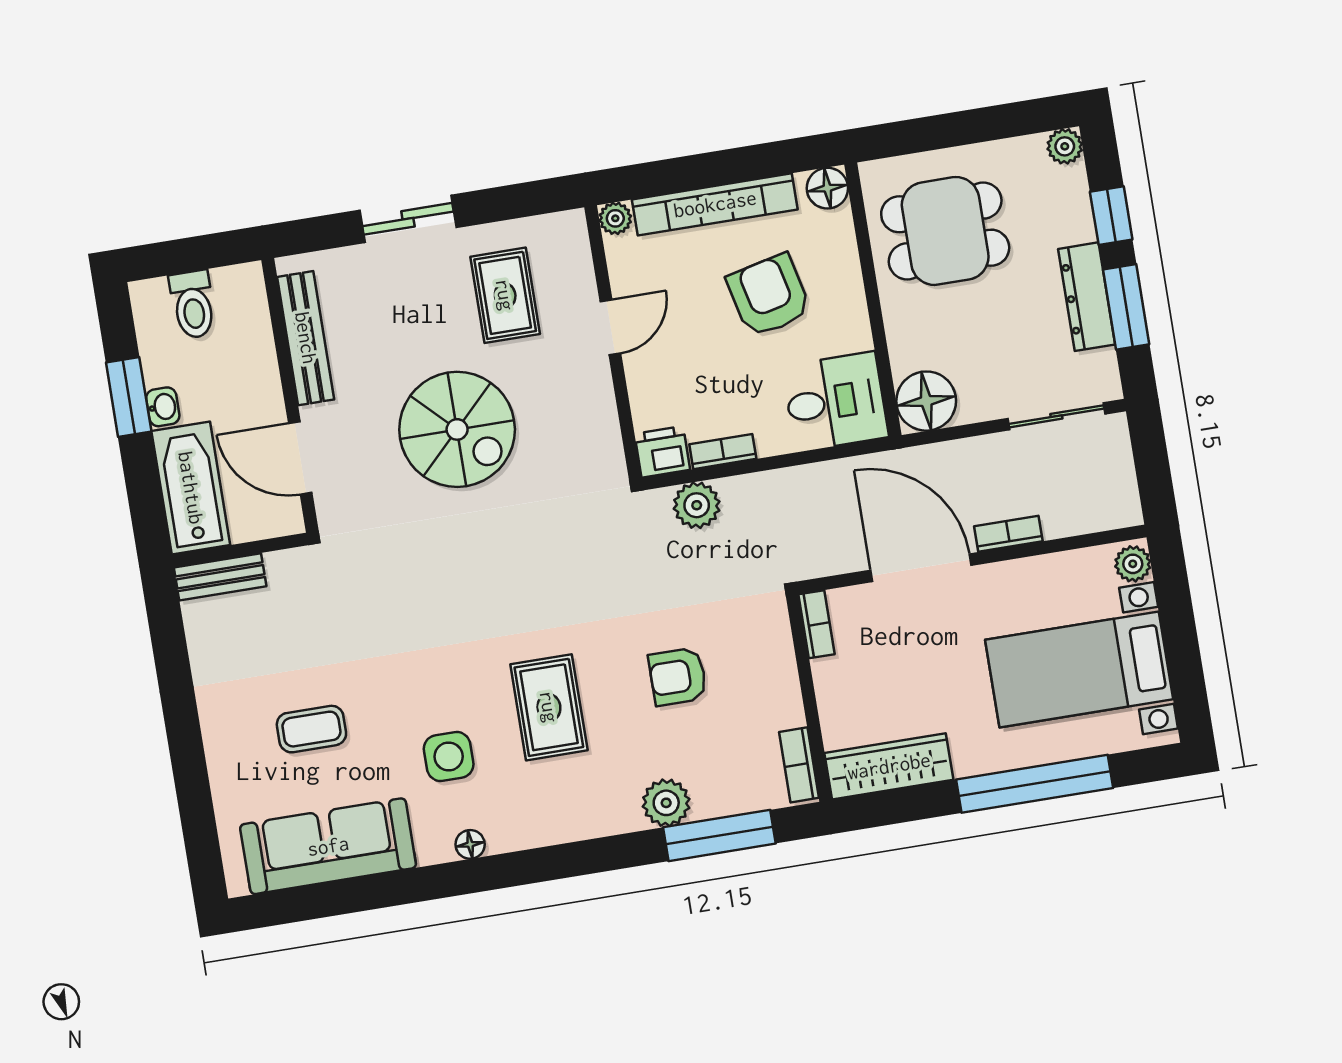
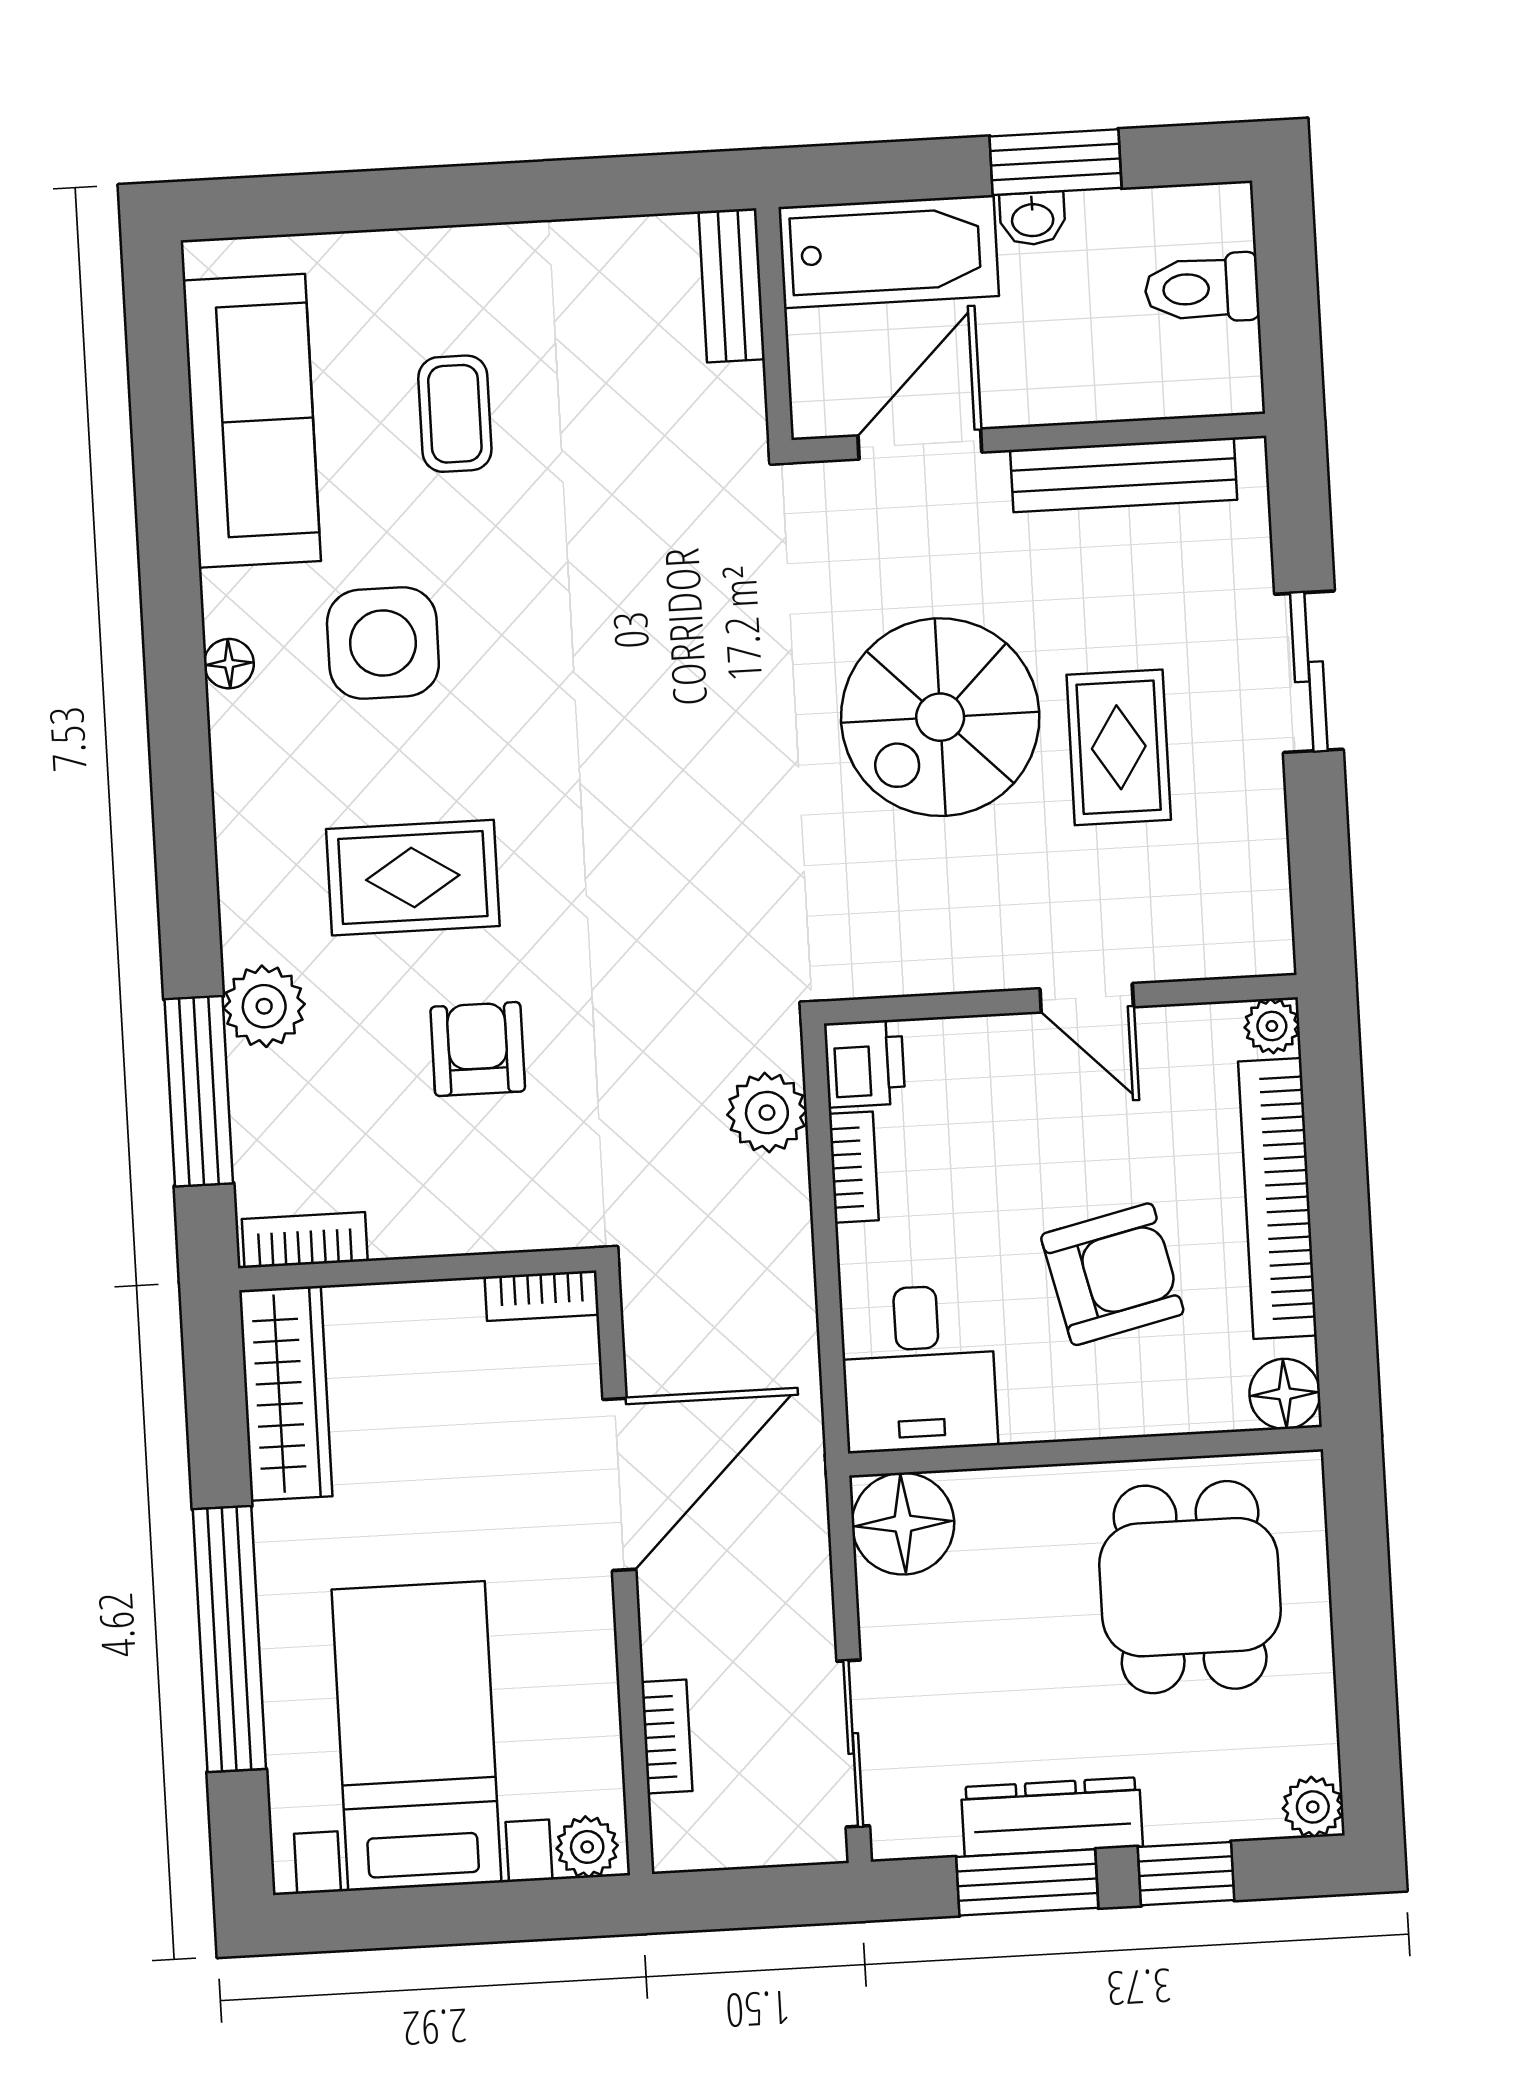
rug: (505, 295) -> (1119, 747), moved, turned 90
bookcase: (1008, 534) -> (667, 1737), moved
rug: (549, 707) -> (413, 878), moved
side table: (449, 756) -> (383, 643), width x1.37, depth x1.37

